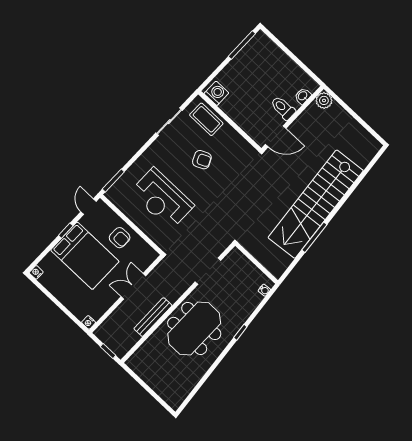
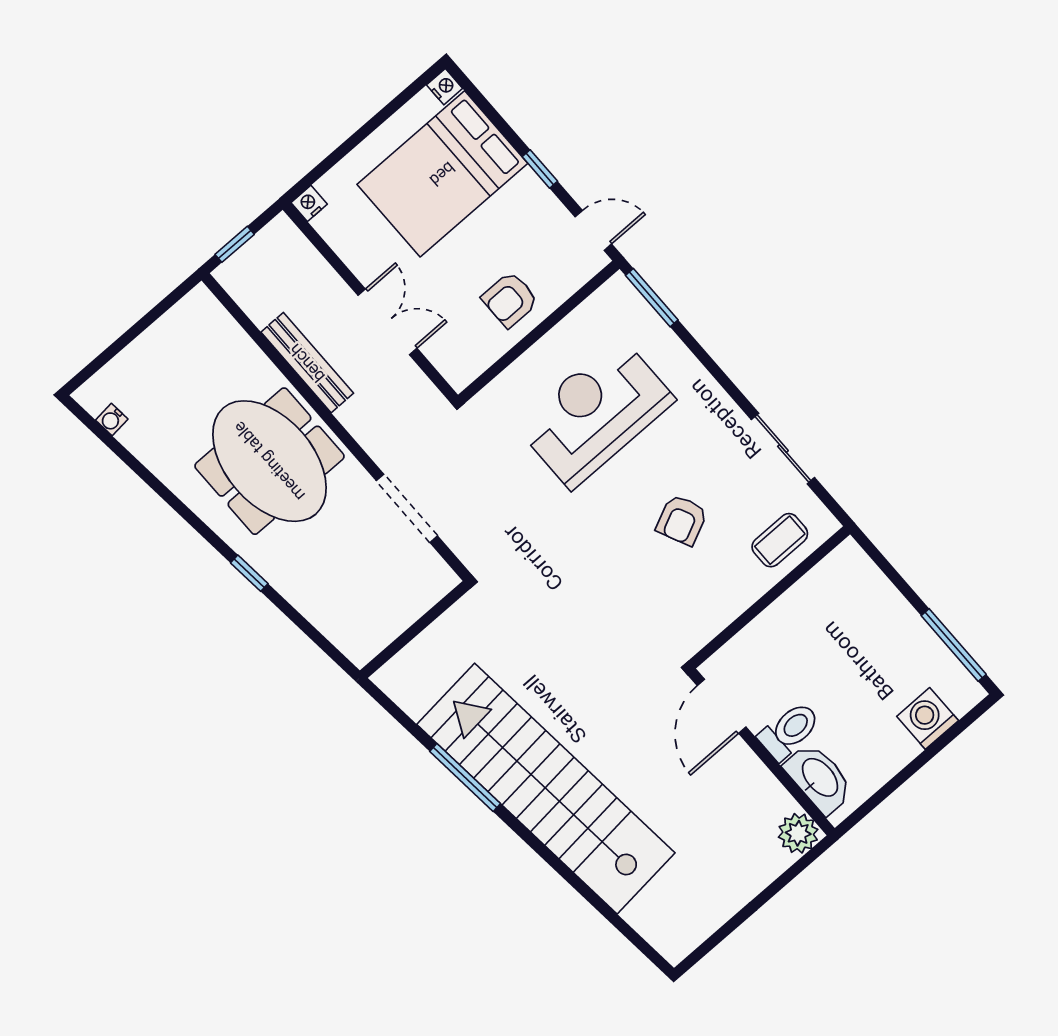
washing machine: (216, 93) -> (928, 718), moved, turned 180
washbasin: (303, 96) -> (819, 778), width x1.91, depth x1.45
coffee table: (206, 119) -> (780, 540), width x0.73, depth x0.77
bed: (85, 256) -> (442, 174), moved
water cooler: (264, 290) -> (112, 420), moved

